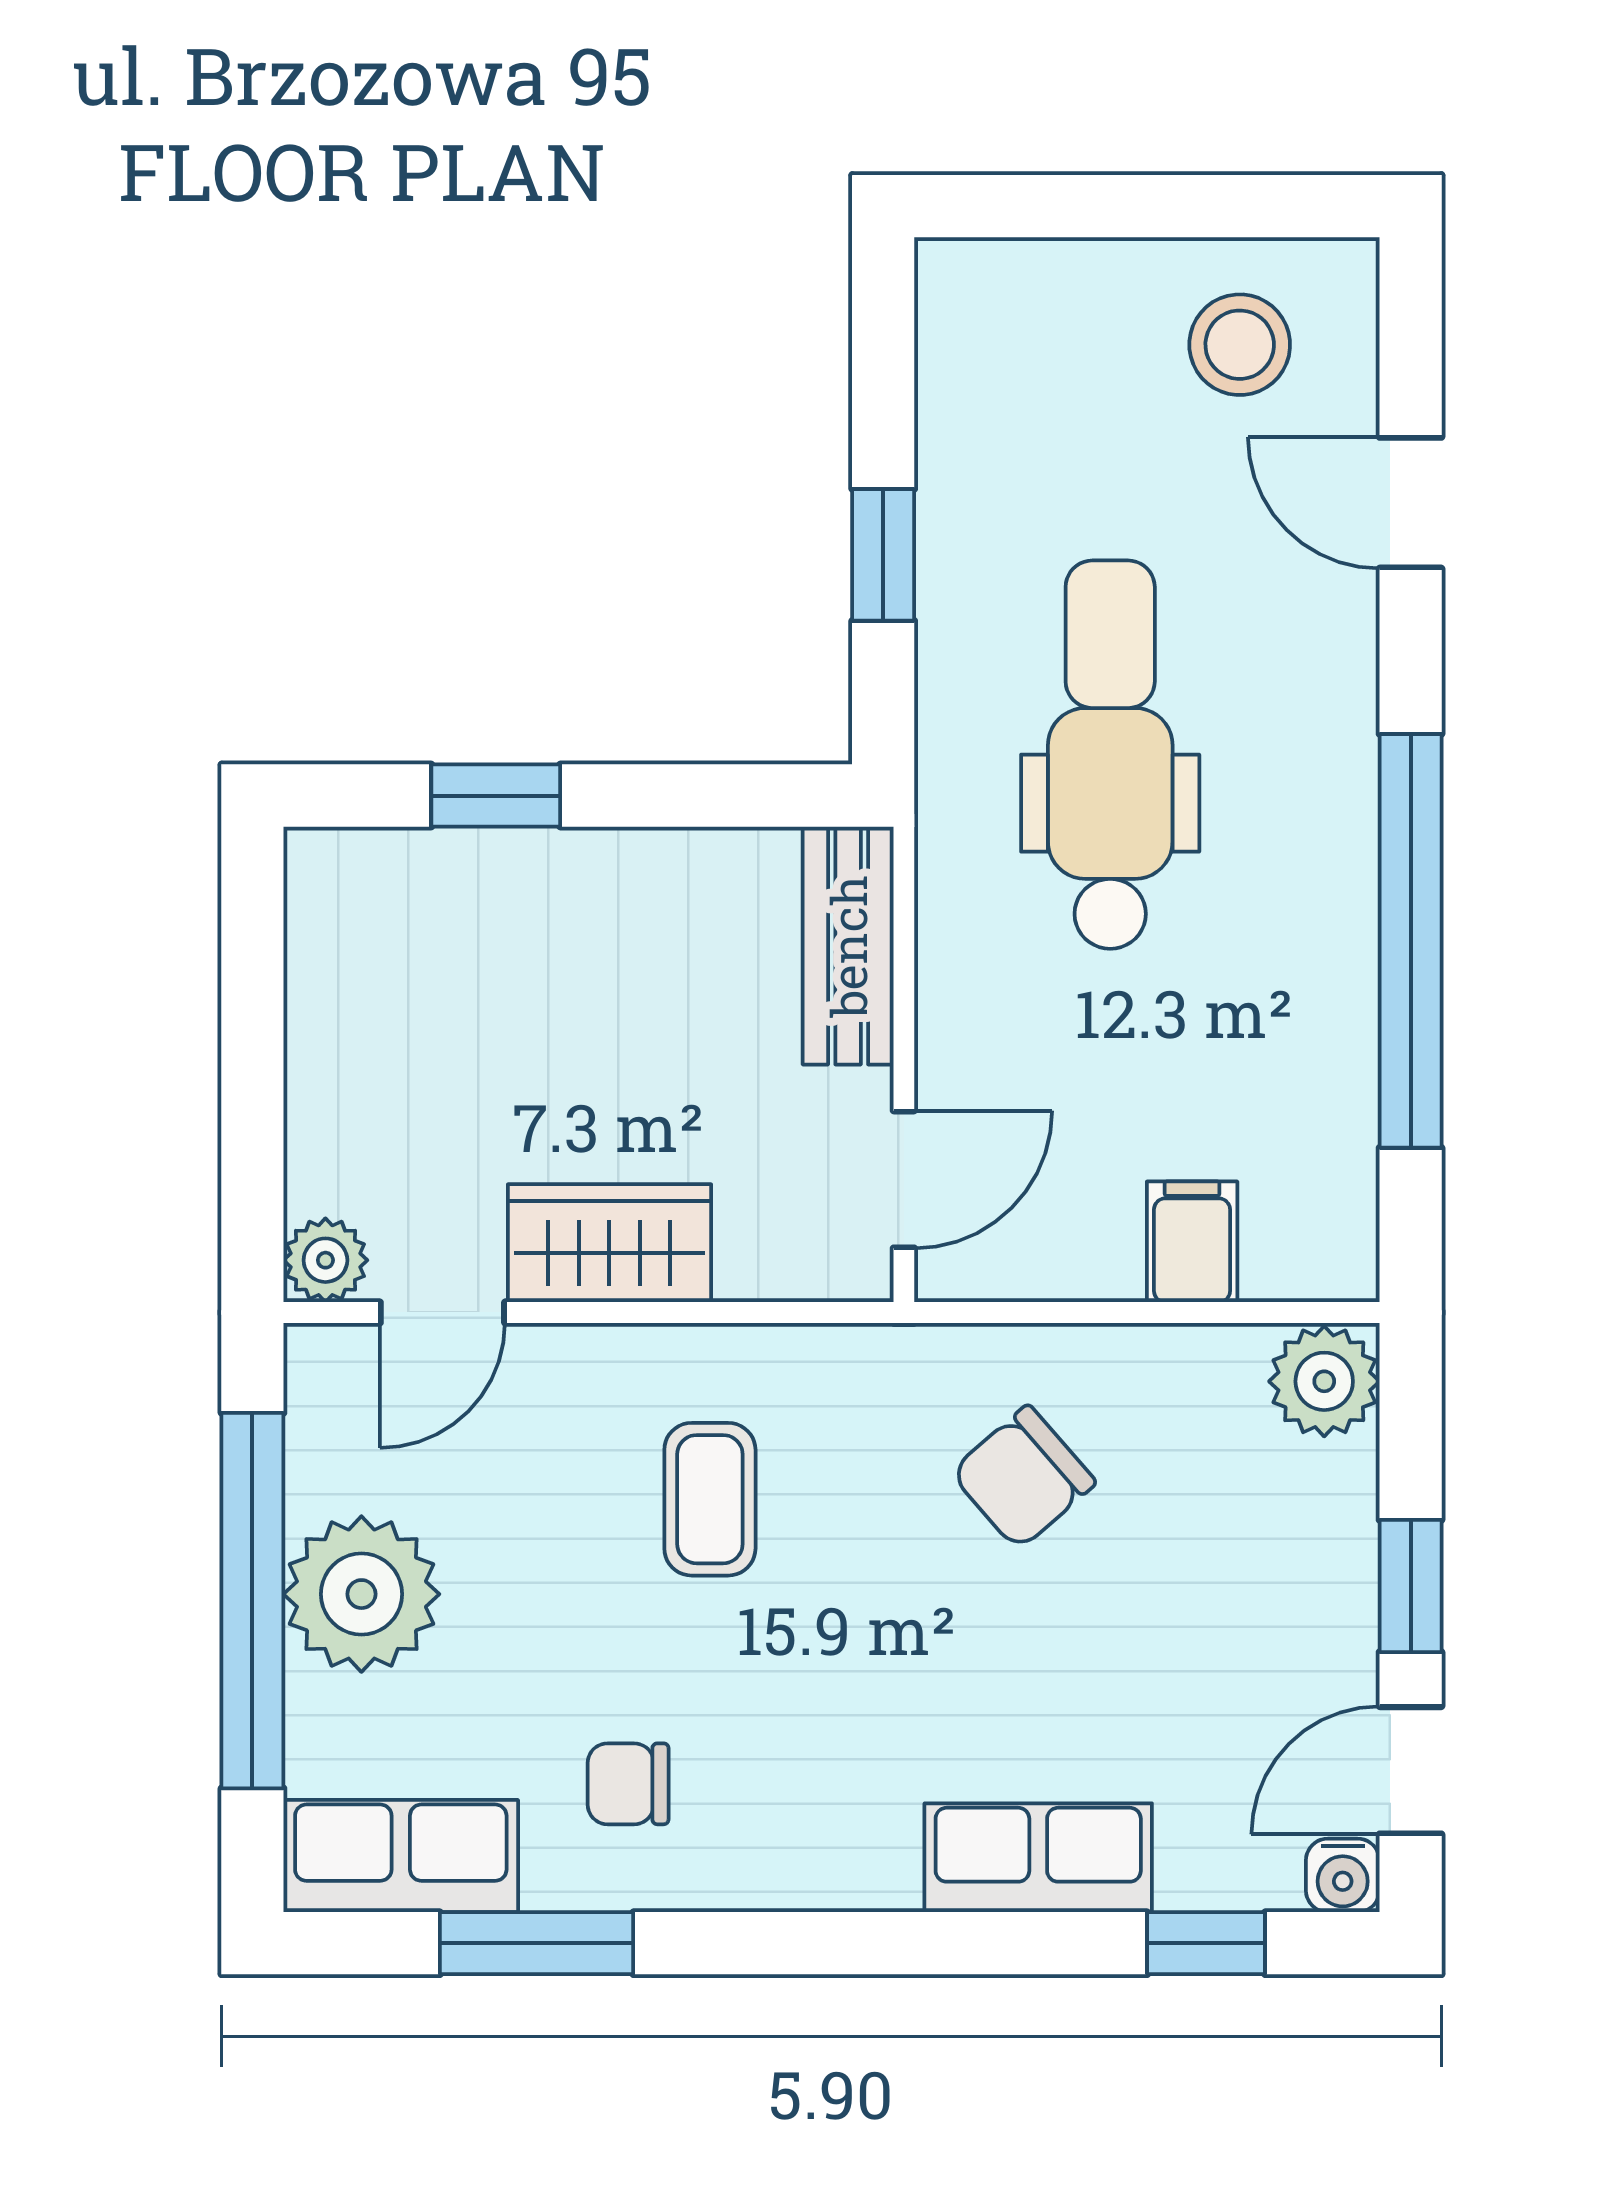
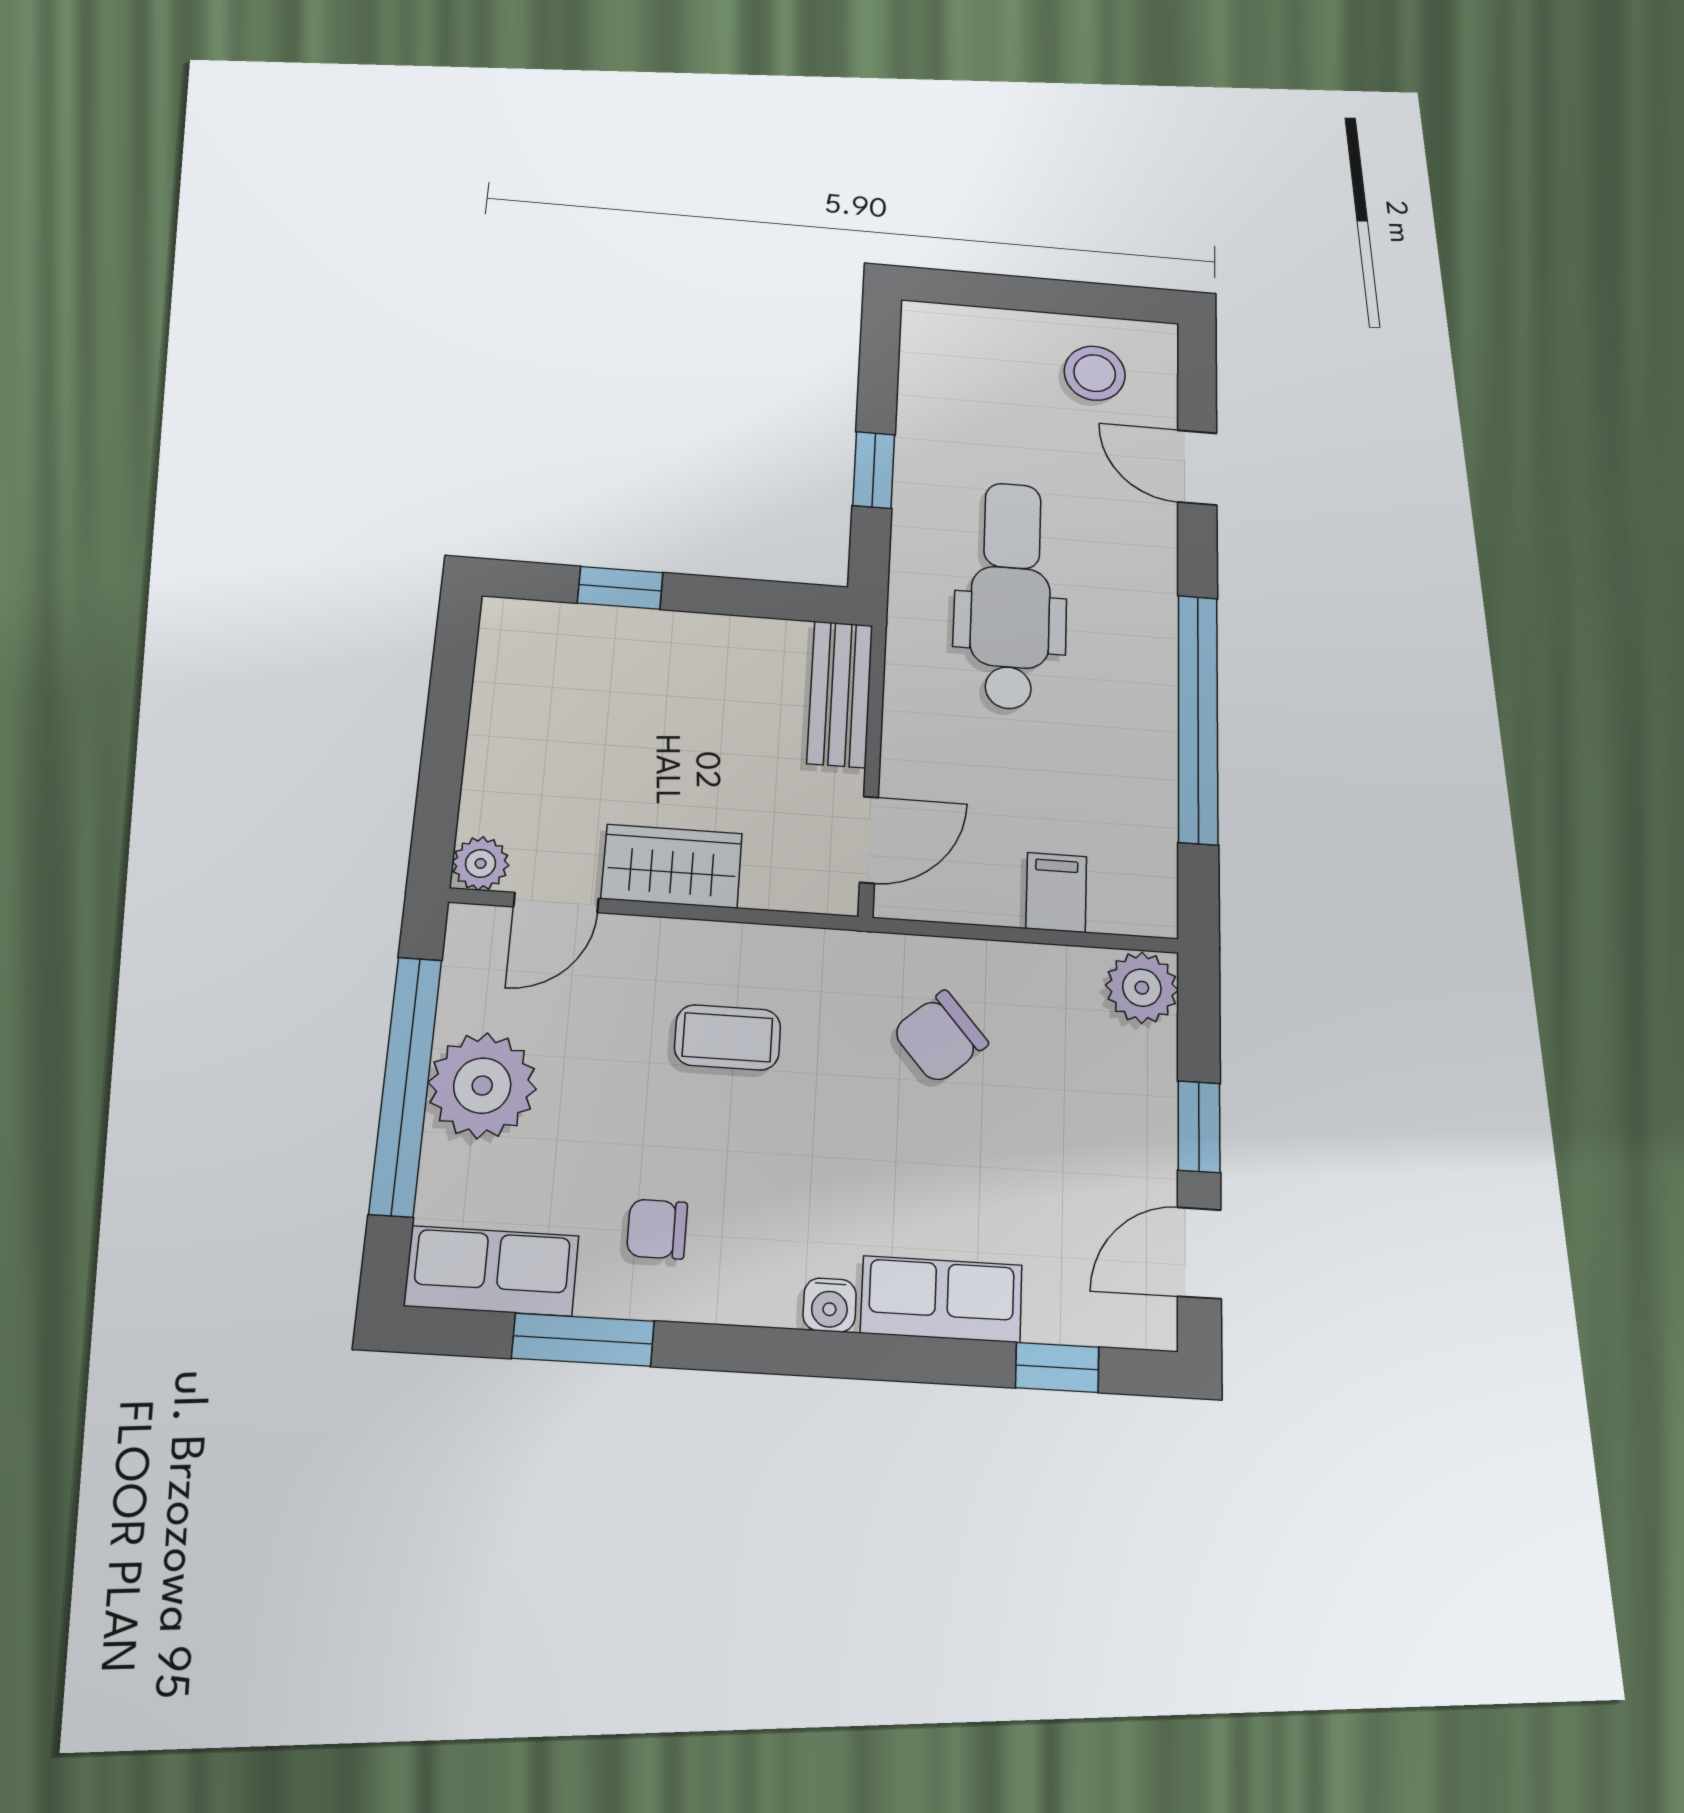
coffee table: (710, 1499) -> (728, 1037), turned 90
water cooler: (1343, 1875) -> (830, 1305), moved

